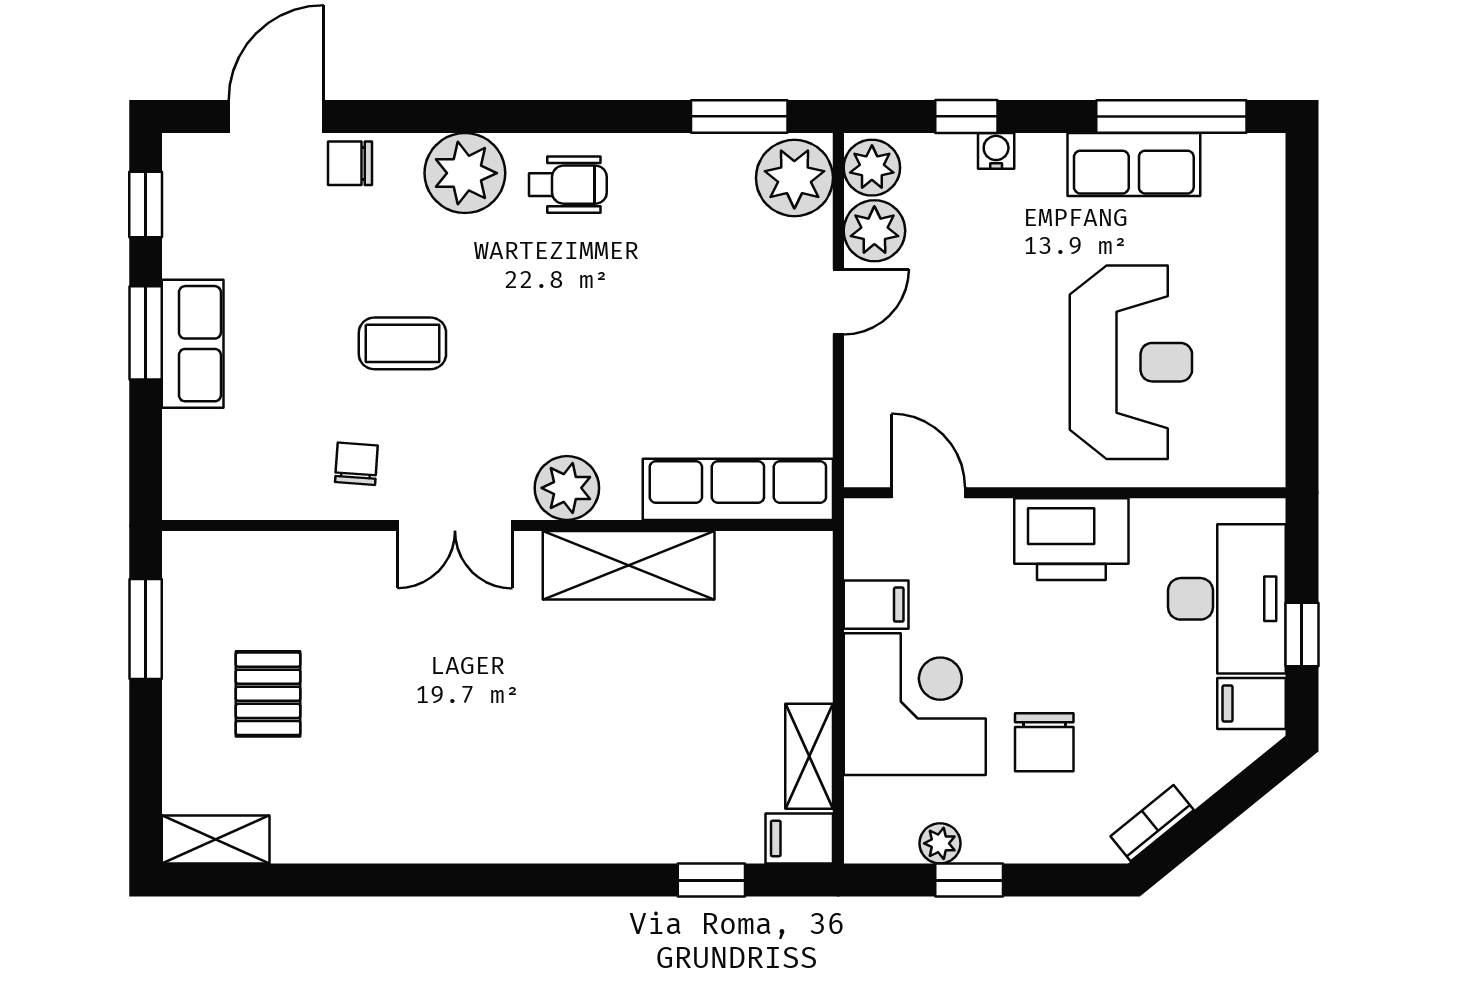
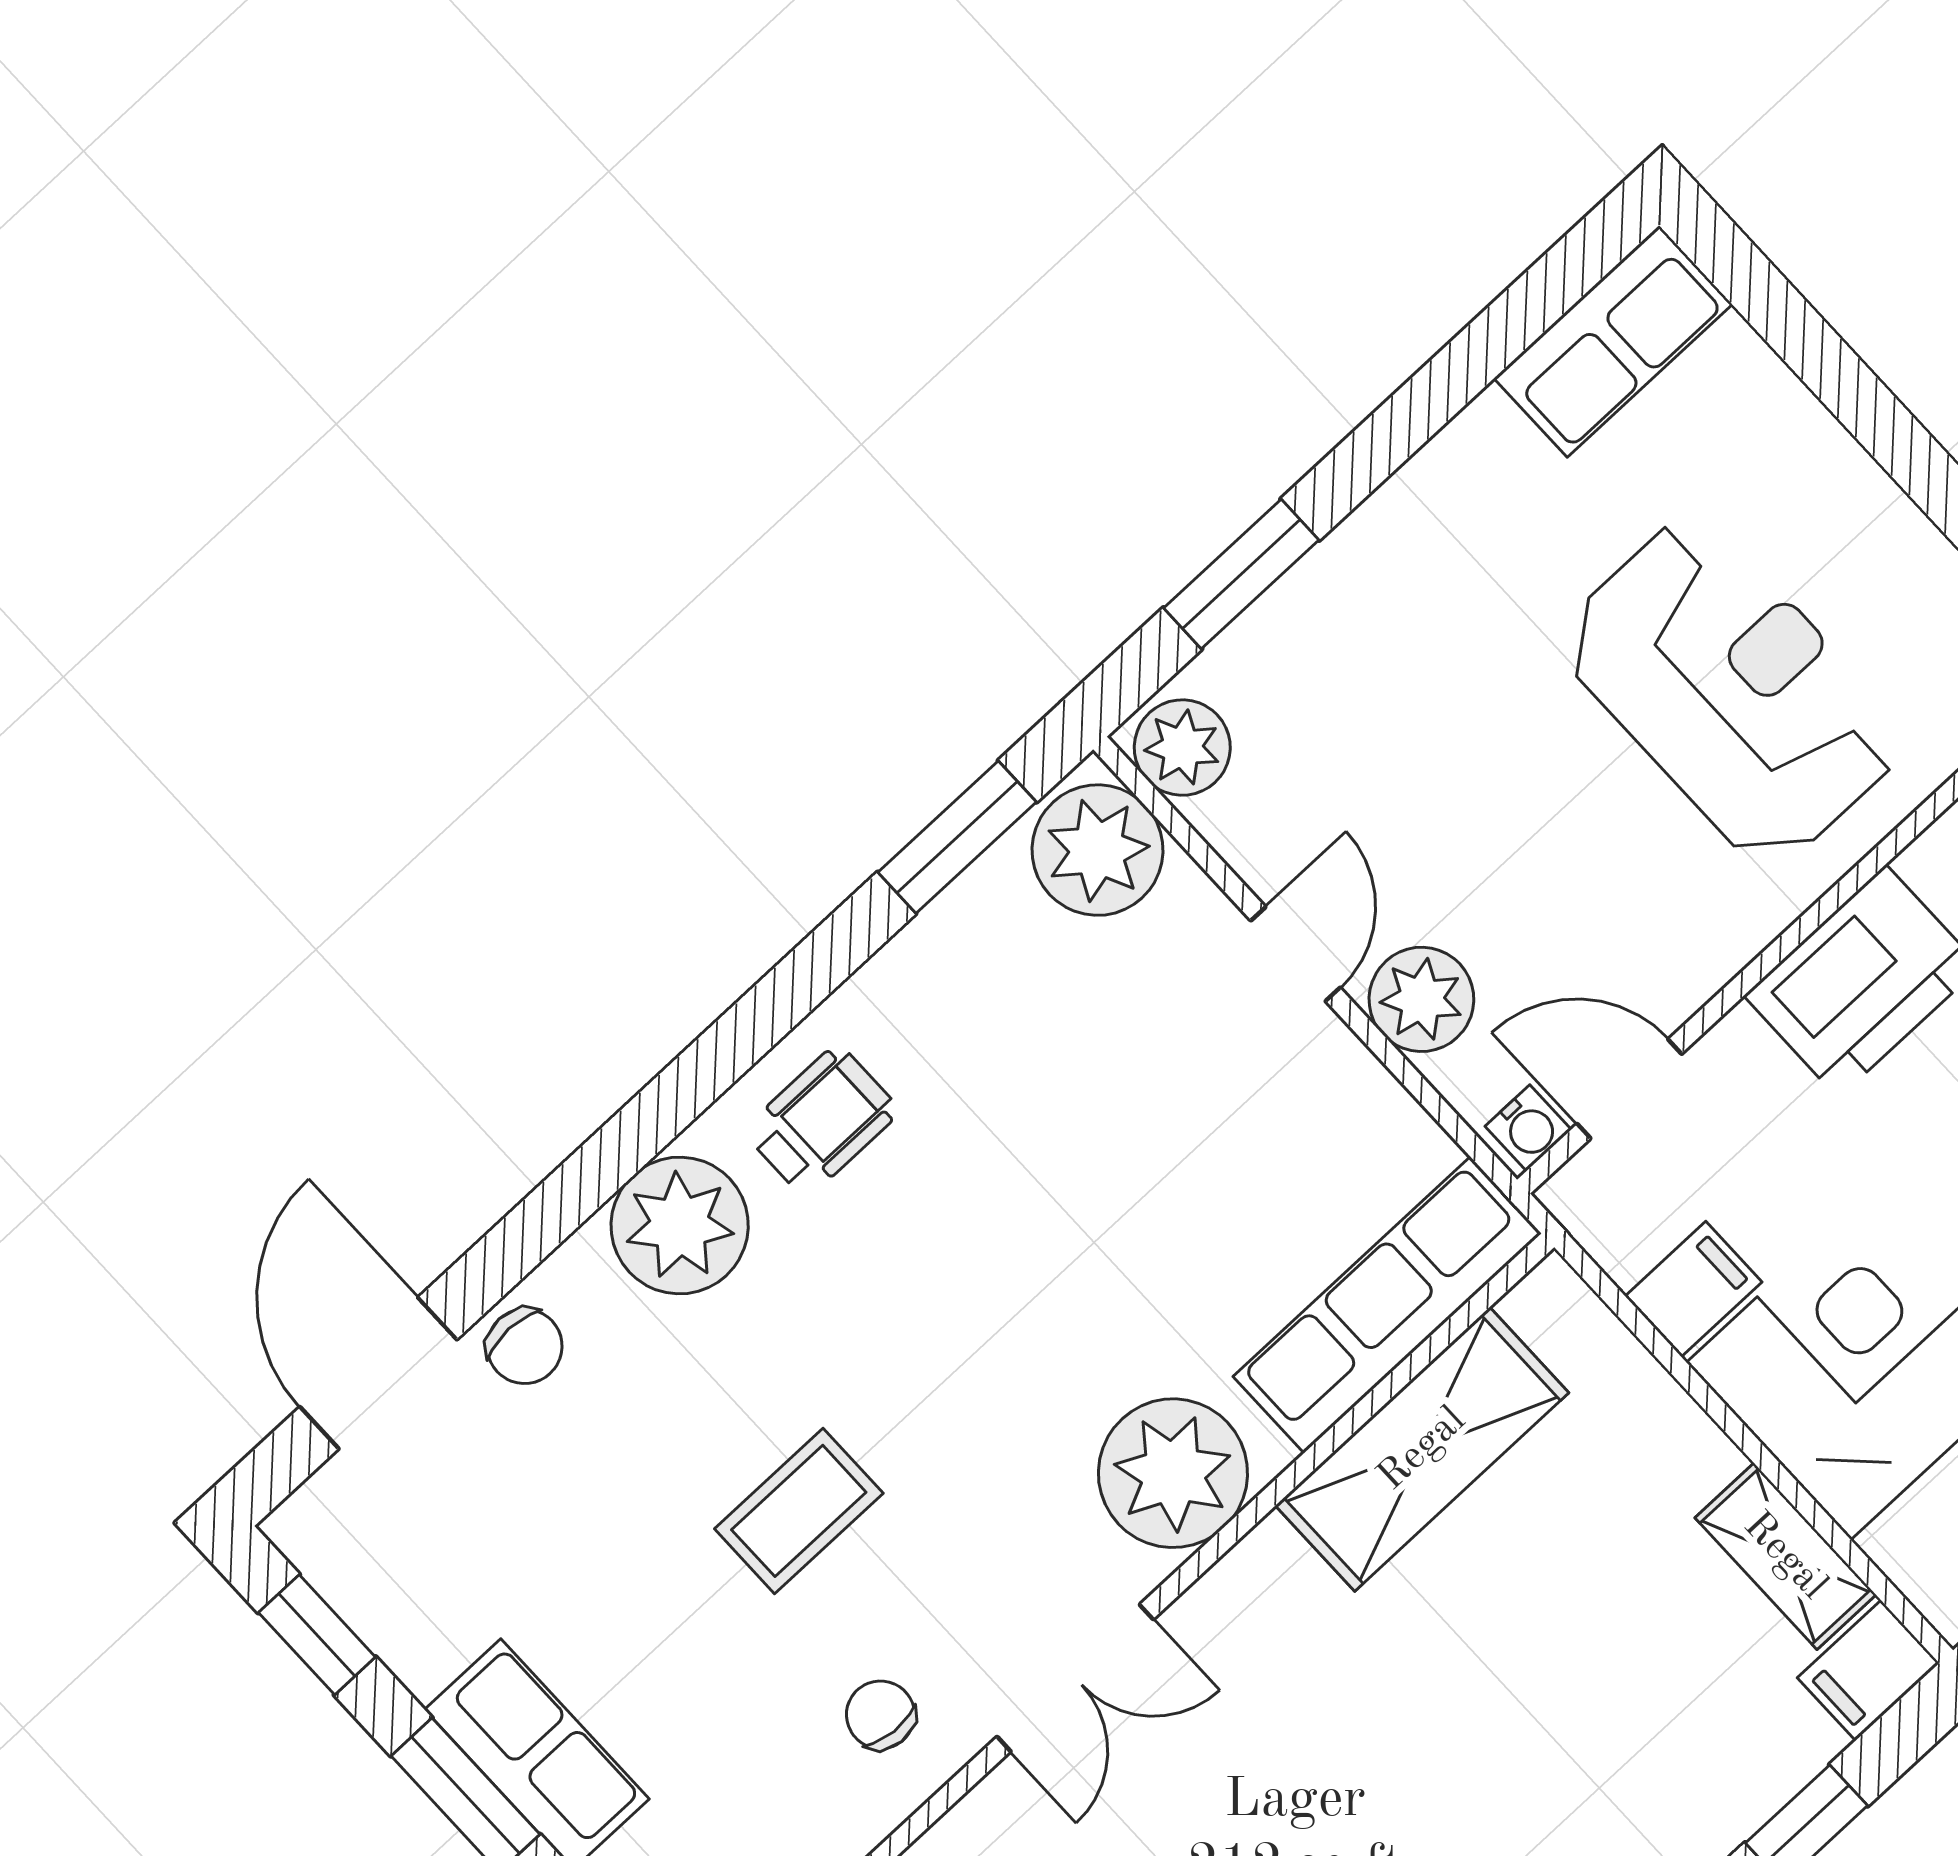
window: (966, 116) -> (1241, 574), width x1.50
window: (1171, 116) -> (1498, 337), removed
water cooler: (996, 151) -> (1528, 1128), moved, turned 180
chair: (350, 163) -> (525, 1346), turned -90
row of seats: (1134, 164) -> (1613, 341), moved
plant: (874, 231) -> (1421, 999), moved
plant: (567, 488) -> (1173, 1473), width x1.36, depth x1.36
shelving: (629, 565) -> (1422, 1449), moved

